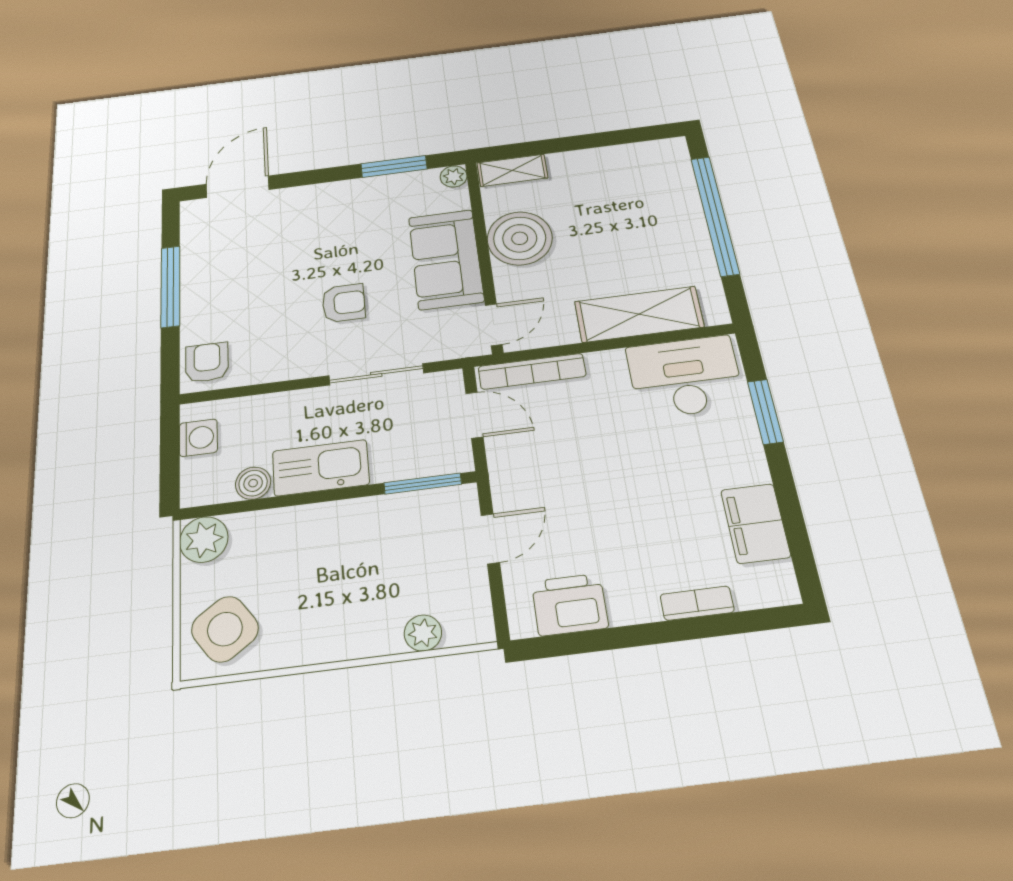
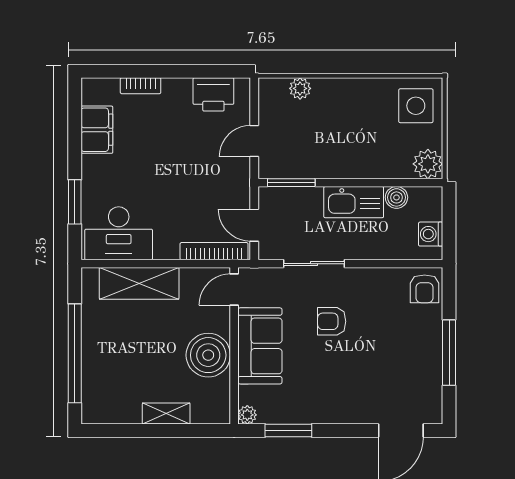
shelving: (512, 170) -> (166, 414), moved
side table: (225, 629) -> (416, 106), turned 35

